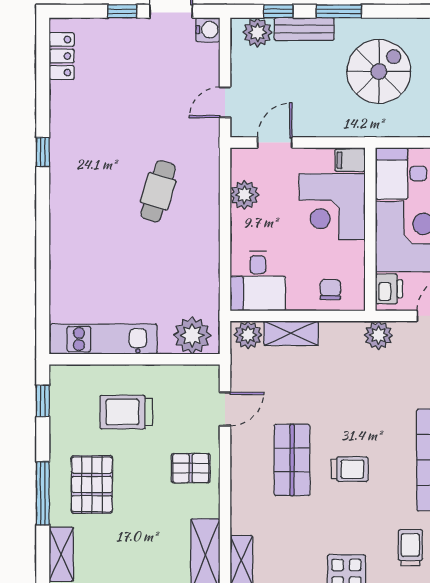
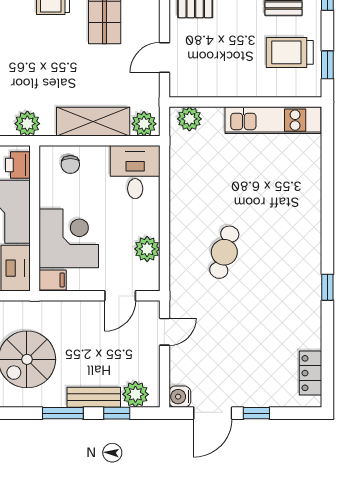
shelving: (291, 333) -> (93, 122), width x1.50, depth x1.33
plant: (192, 335) -> (189, 119), width x0.73, depth x0.73
trolley: (126, 412) -> (290, 52), moved, turned 180

